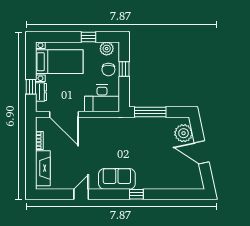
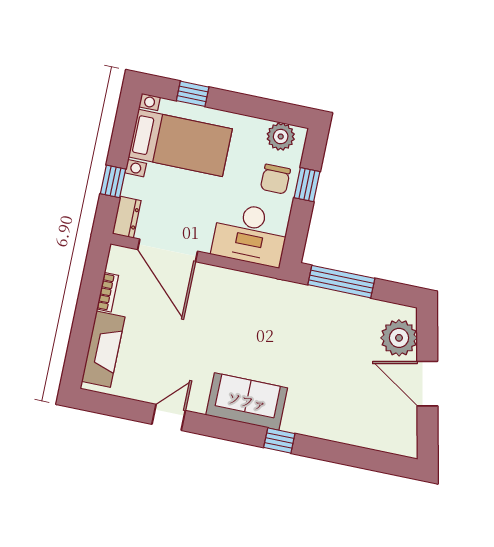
window: (89, 37) -> (193, 94), moved
dresser: (41, 92) -> (127, 217), moved

